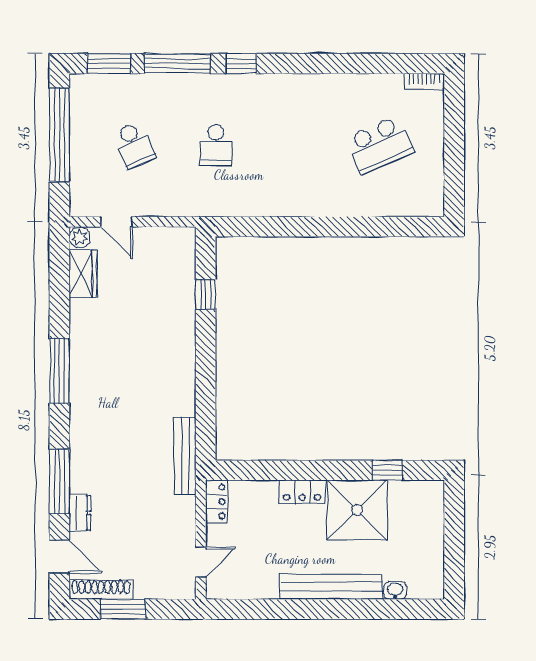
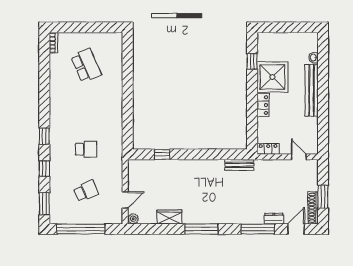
window: (177, 64) -> (44, 169), width x0.46
wardrobe: (83, 274) -> (169, 217), moved
bench: (185, 456) -> (239, 165), width x0.73

